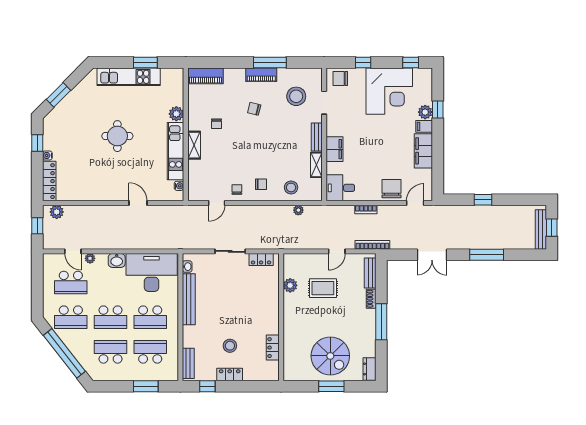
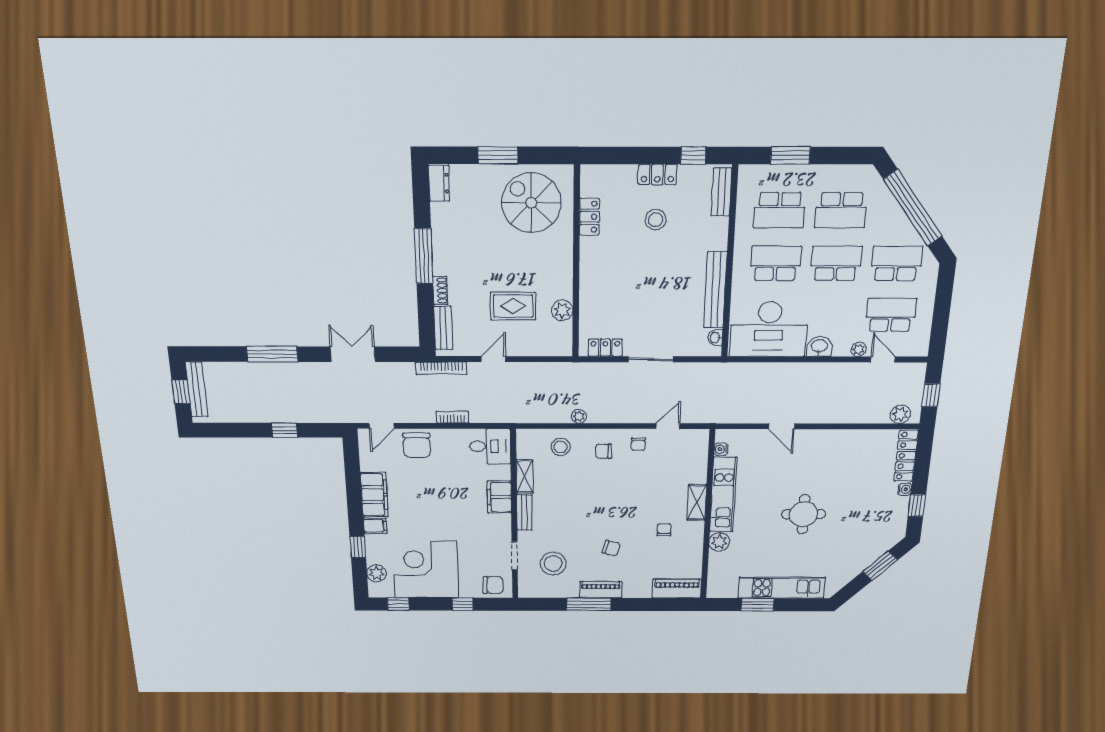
plant: (425, 112) -> (377, 573), moved
plant: (298, 210) -> (579, 416), moved
spiral stairs: (330, 356) -> (531, 203), moved

